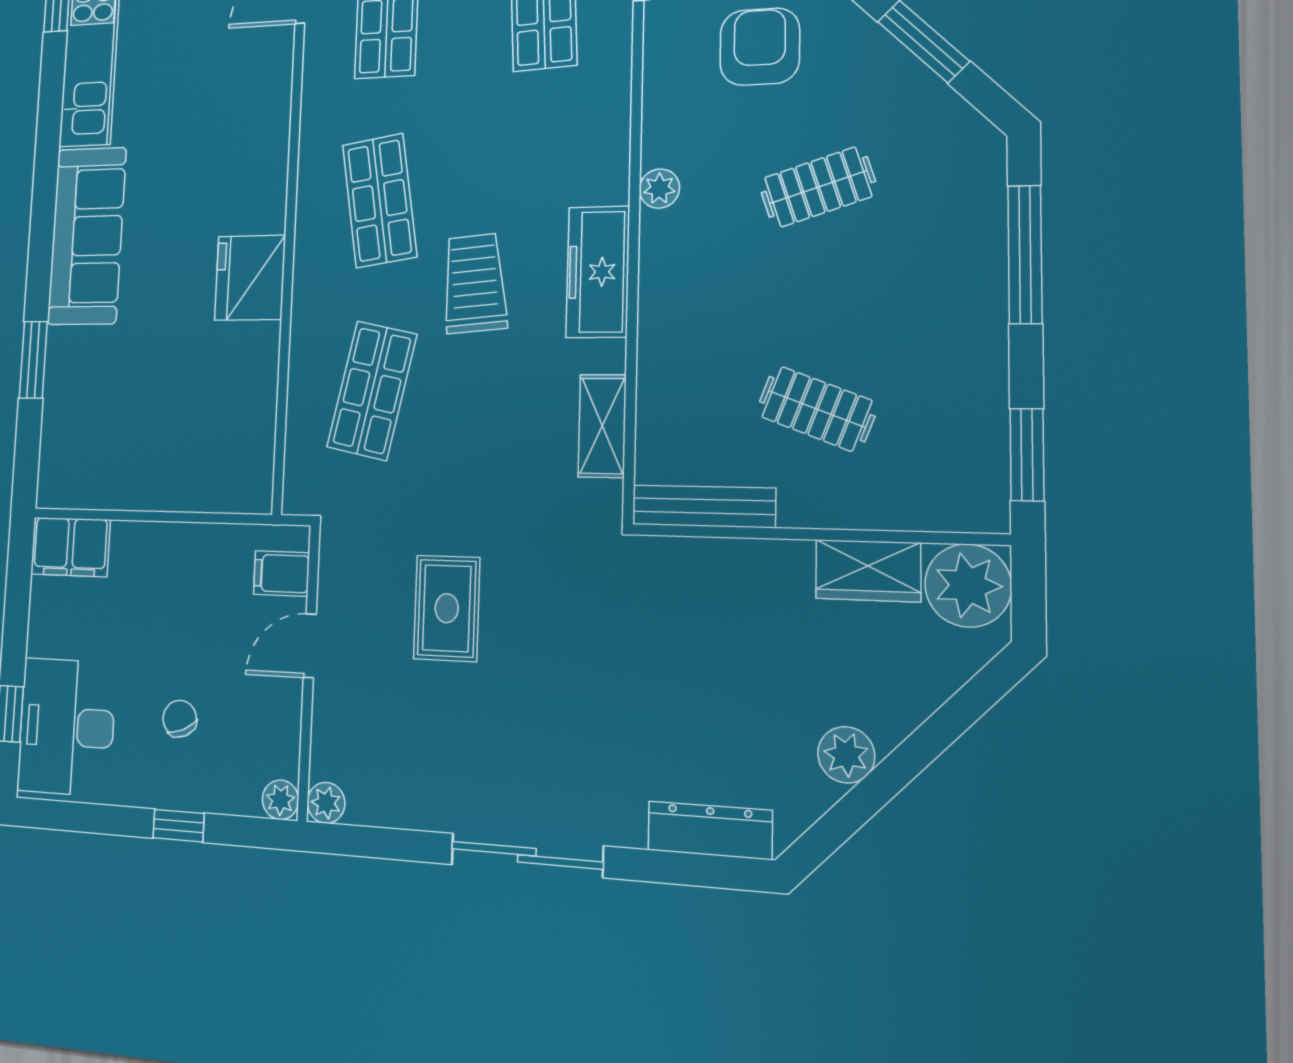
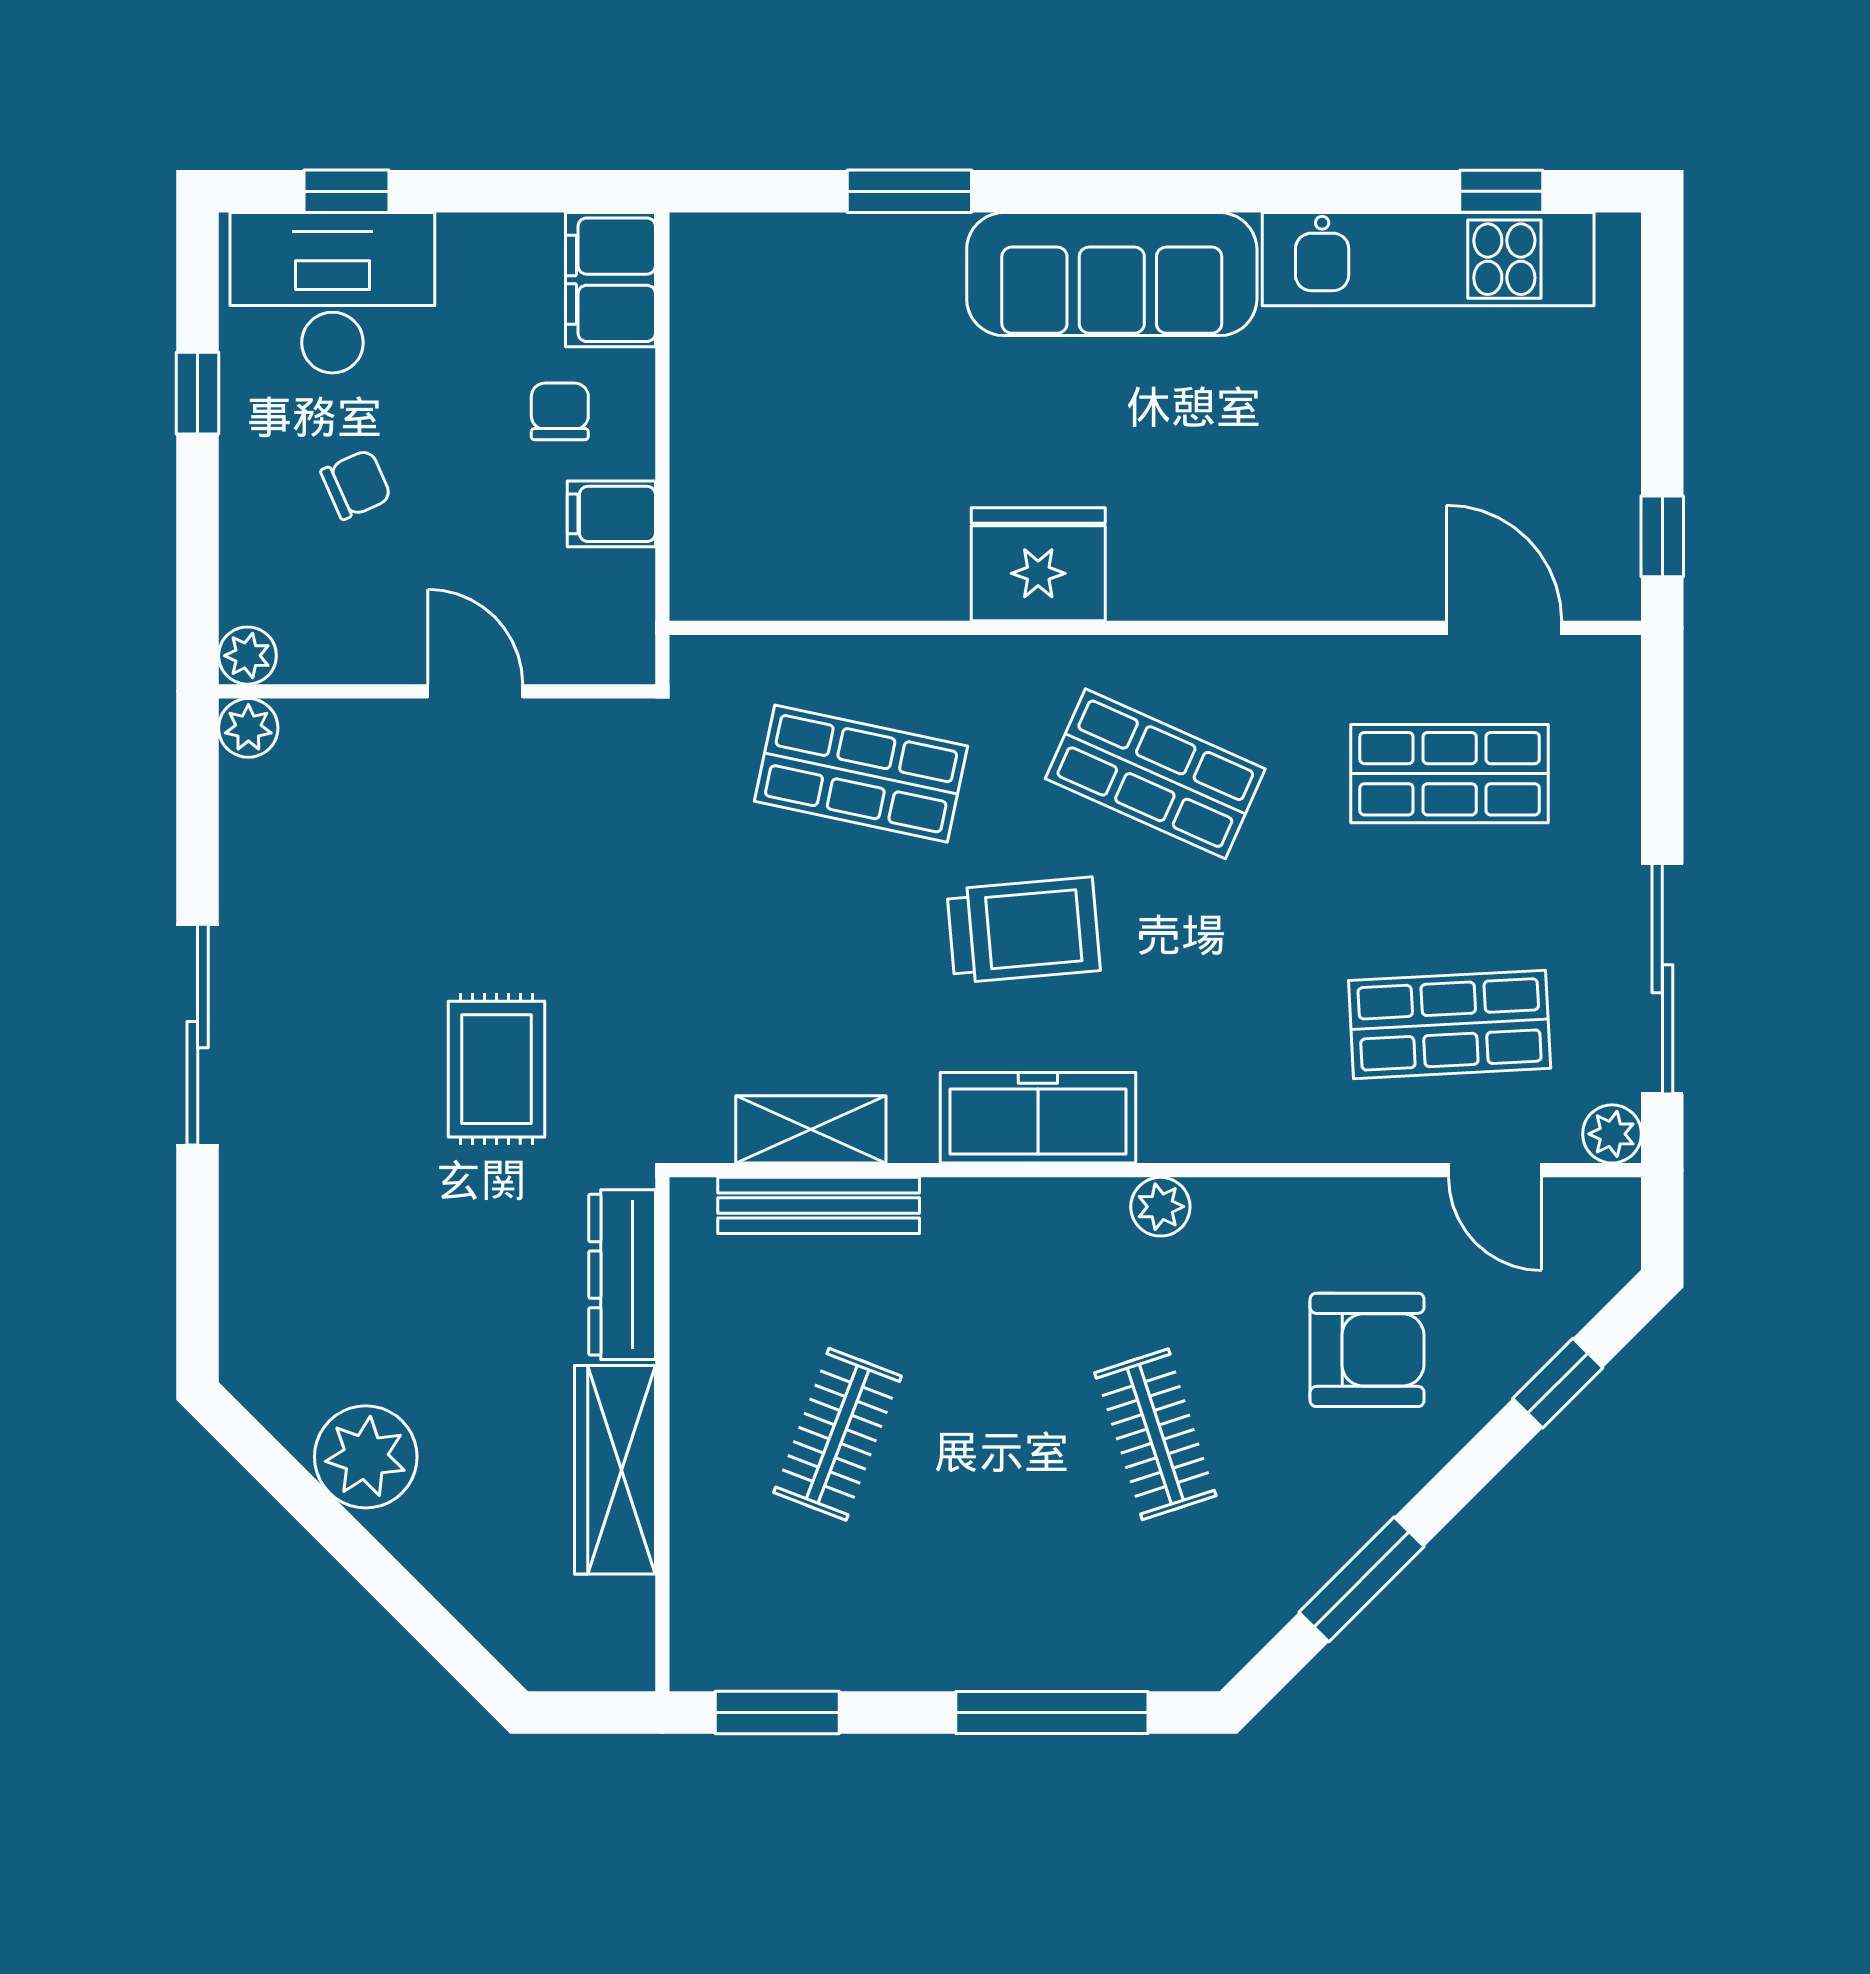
shop shelf: (380, 201) -> (1155, 774), turned 33
bench: (704, 506) -> (819, 1205), moved, turned 90
wardrobe: (868, 571) -> (615, 1470), width x1.50
filing cabinet: (281, 574) -> (611, 514), moved, turned -90
chair: (144, 582) -> (560, 411), added
plant: (968, 585) -> (600, 1635), removed
rug: (447, 608) -> (496, 1069), moved, turned 90
plant: (846, 755) -> (366, 1457), width x1.36, depth x1.36
window: (179, 826) -> (198, 393), moved
dresser: (710, 830) -> (622, 1275), moved, turned 180

